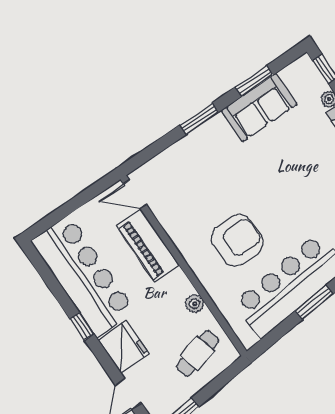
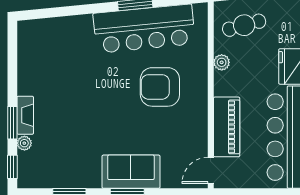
sofa: (259, 107) -> (131, 172), moved
door: (135, 194) -> (211, 170), swing flipped

